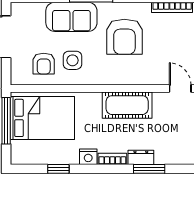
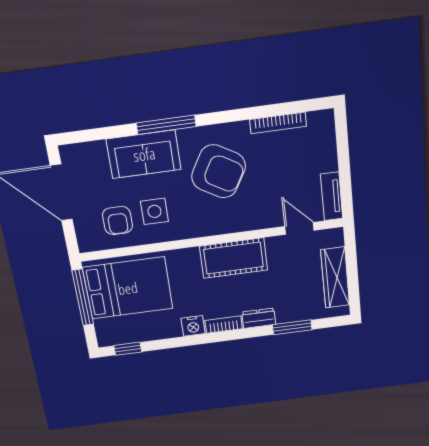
armchair: (124, 37) -> (219, 171), turned -60
window: (58, 169) -> (128, 349), moved
window: (149, 169) -> (292, 327), moved

